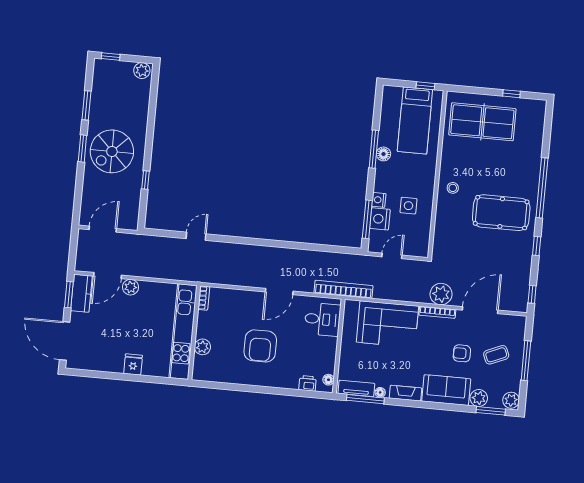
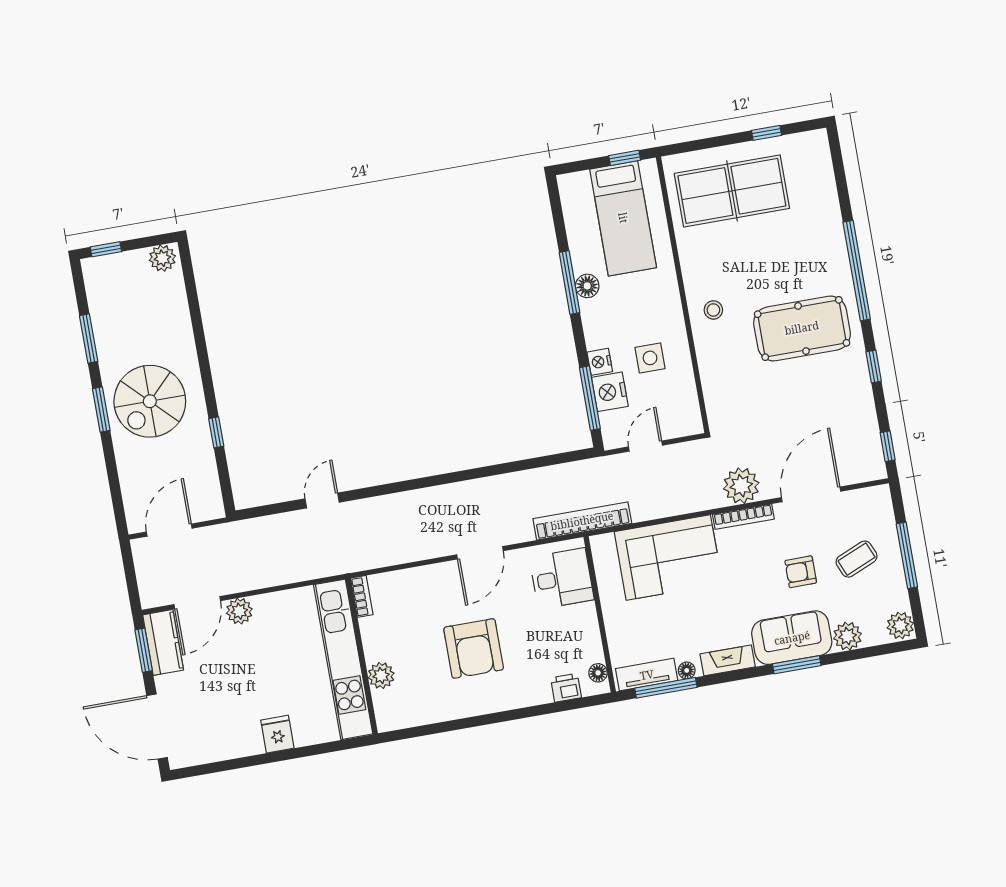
window: (491, 411) -> (797, 665), moved

